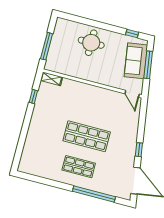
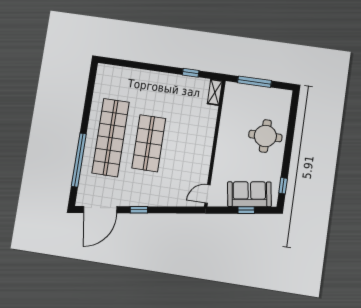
window: (148, 65) -> (246, 210), width x0.46
shop shelf: (79, 167) -> (111, 138), width x2.00, depth x1.36

